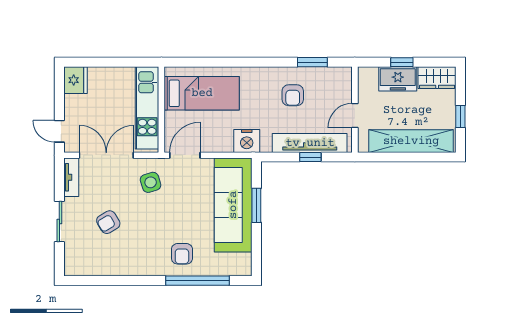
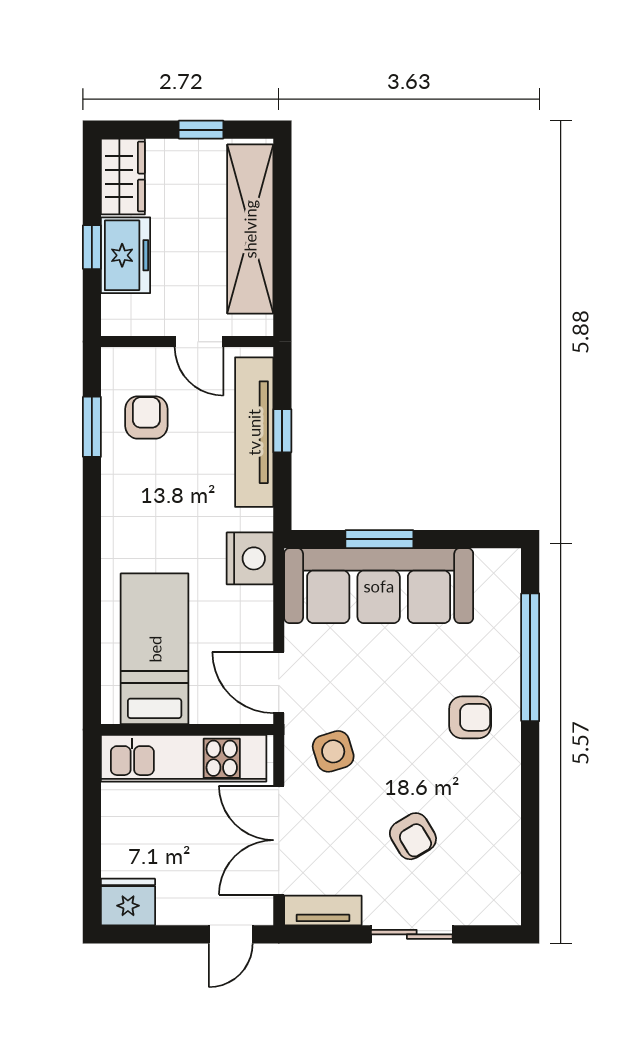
armchair: (293, 95) -> (146, 417), moved, turned -90
armchair: (182, 254) -> (470, 717), moved

